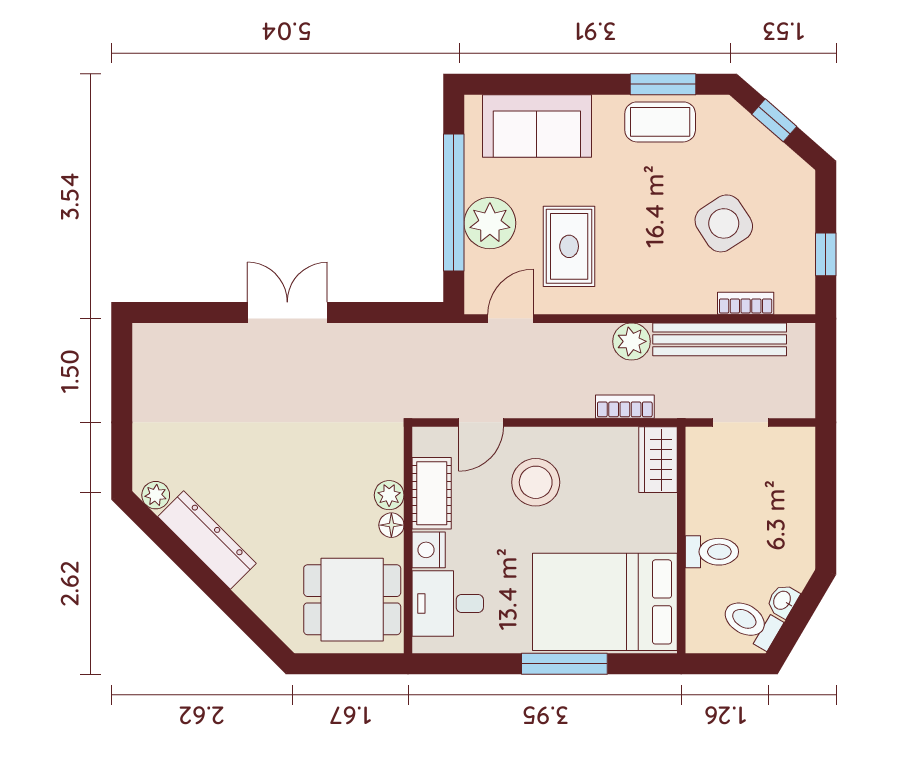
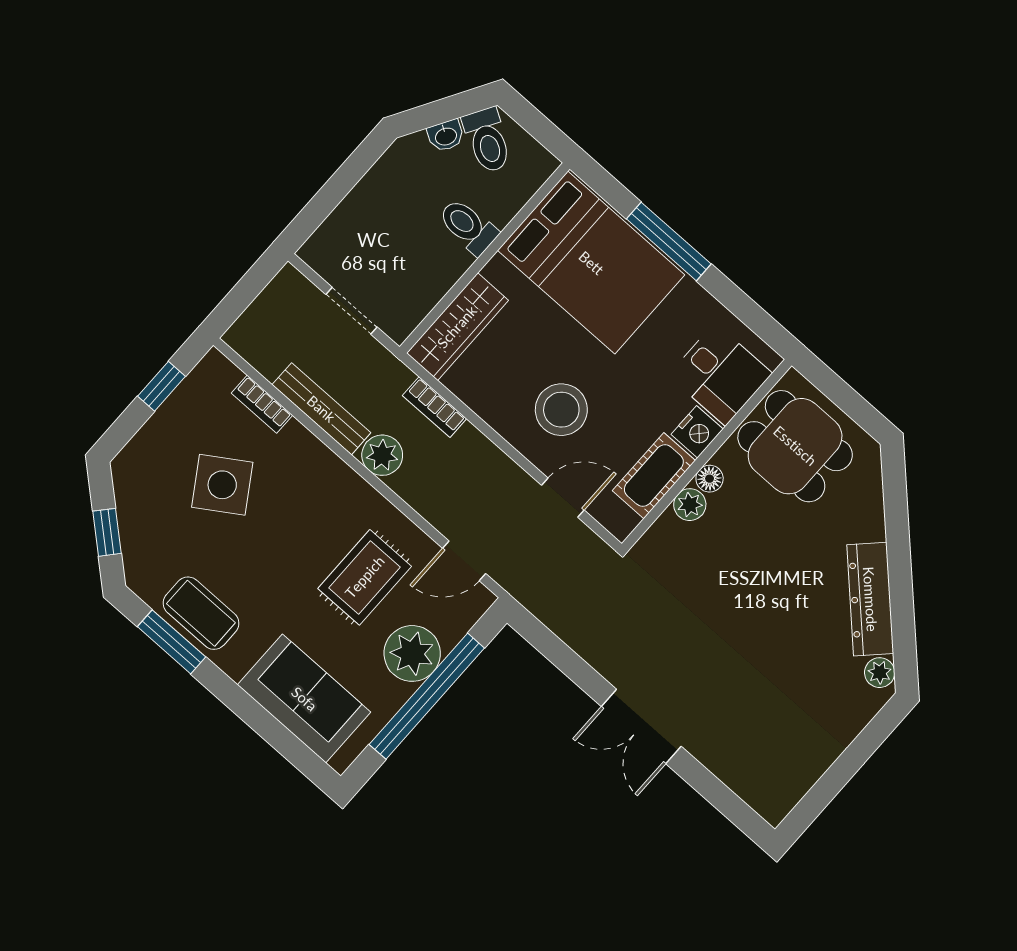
bench: (720, 339) -> (321, 409), width x0.73, depth x0.82
wardrobe: (658, 460) -> (457, 327), width x1.50

